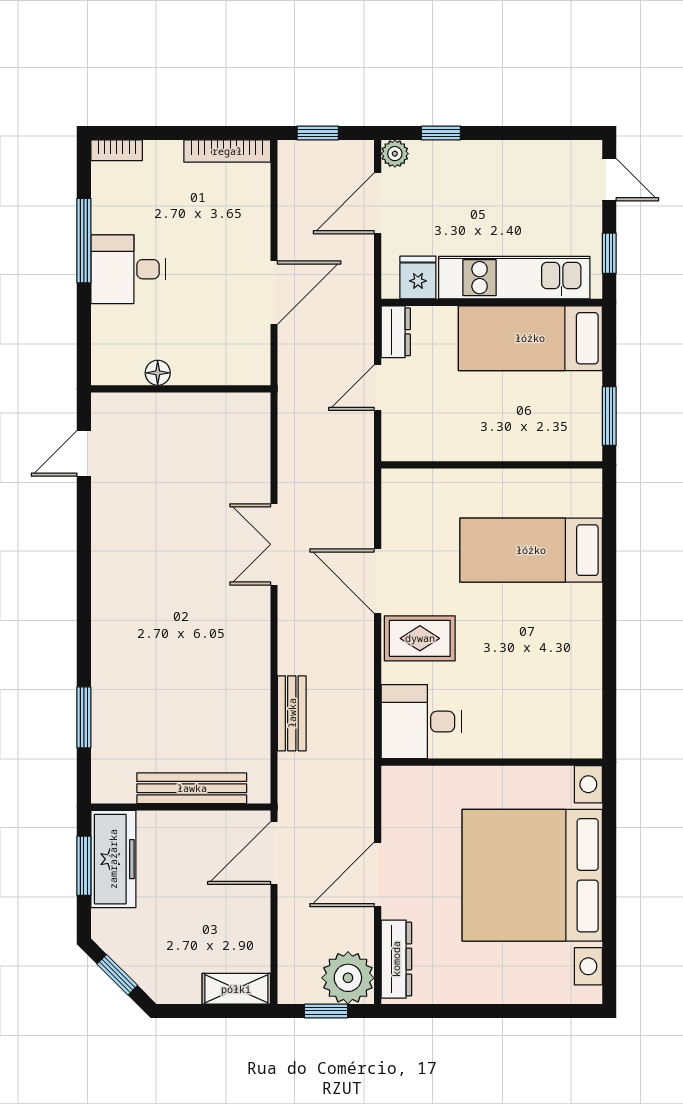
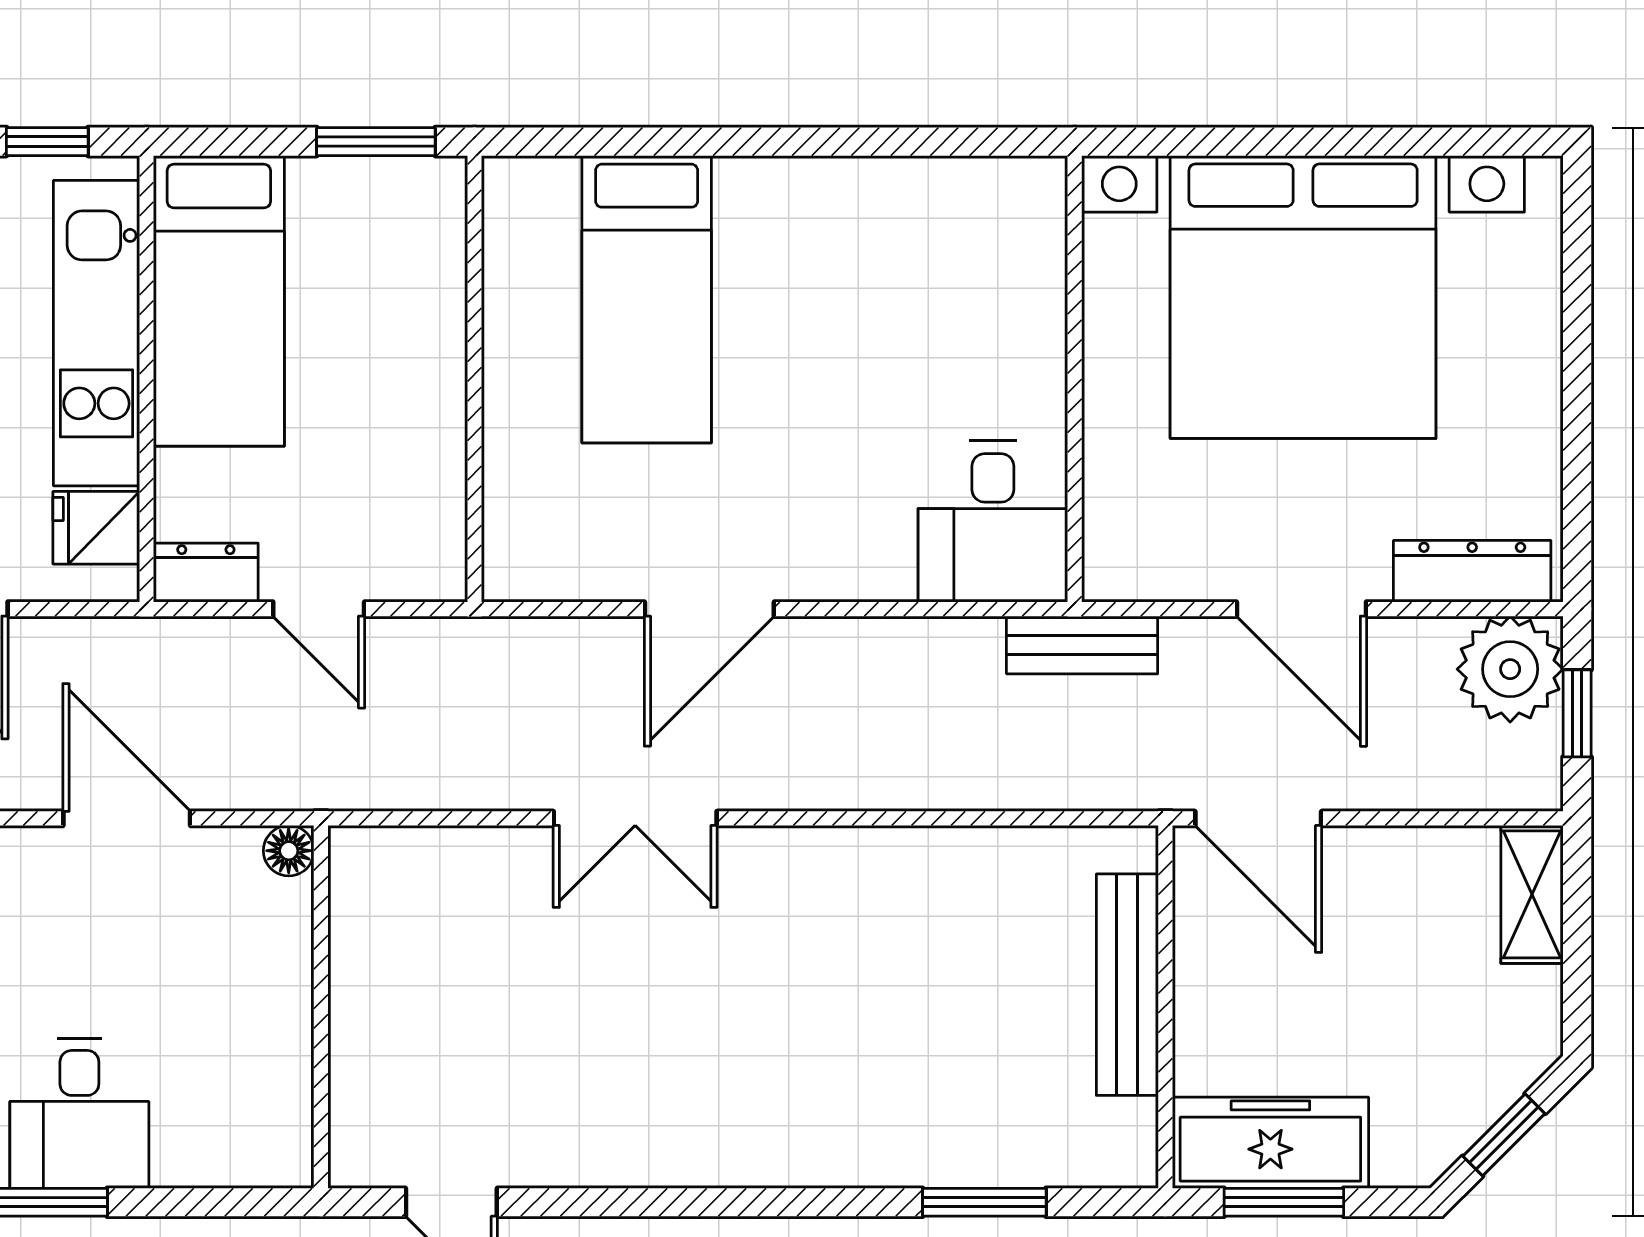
floor lamp: (158, 373) -> (289, 851), moved
rug: (420, 638) -> (825, 524), removed
bench: (292, 713) -> (1082, 645), moved

